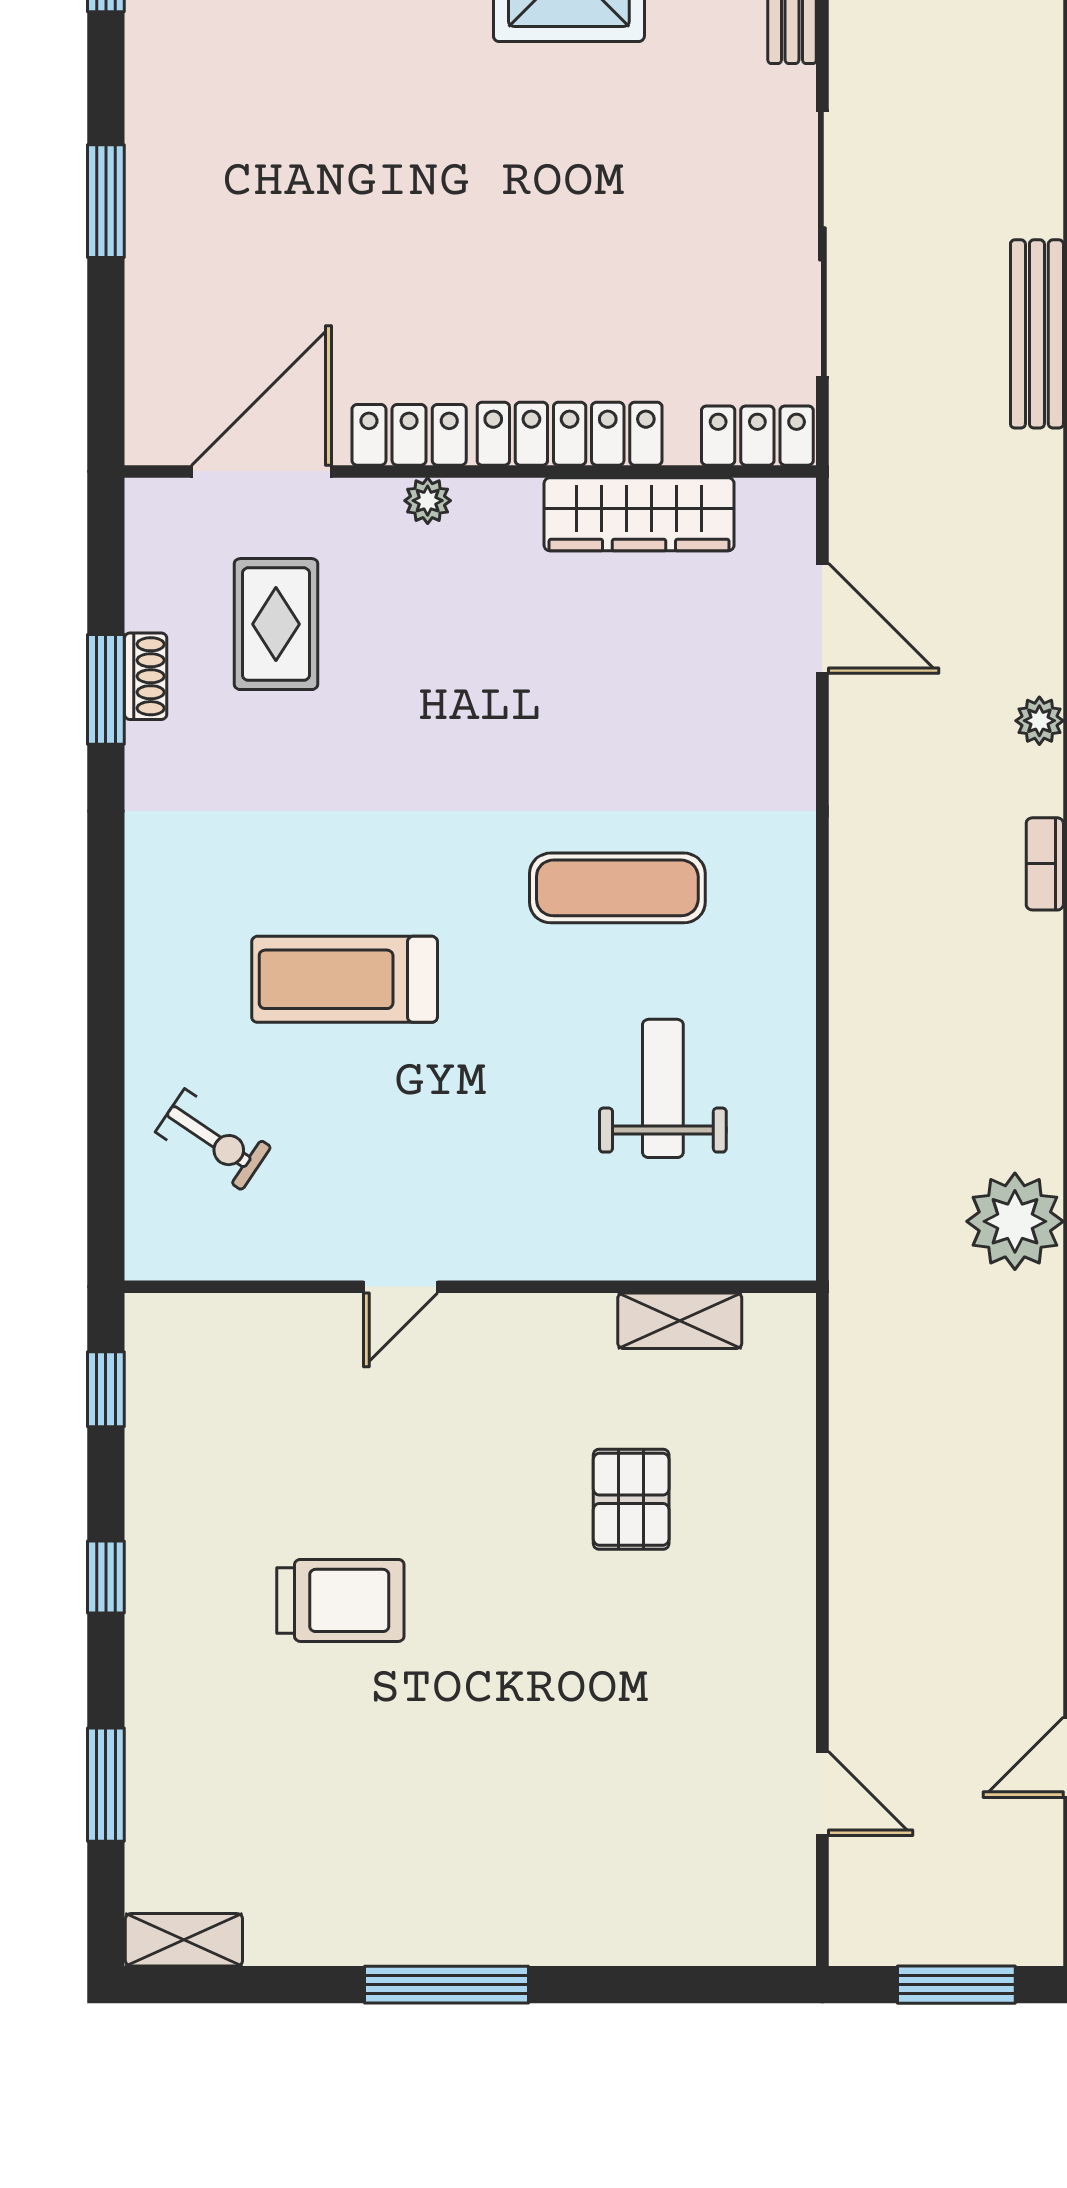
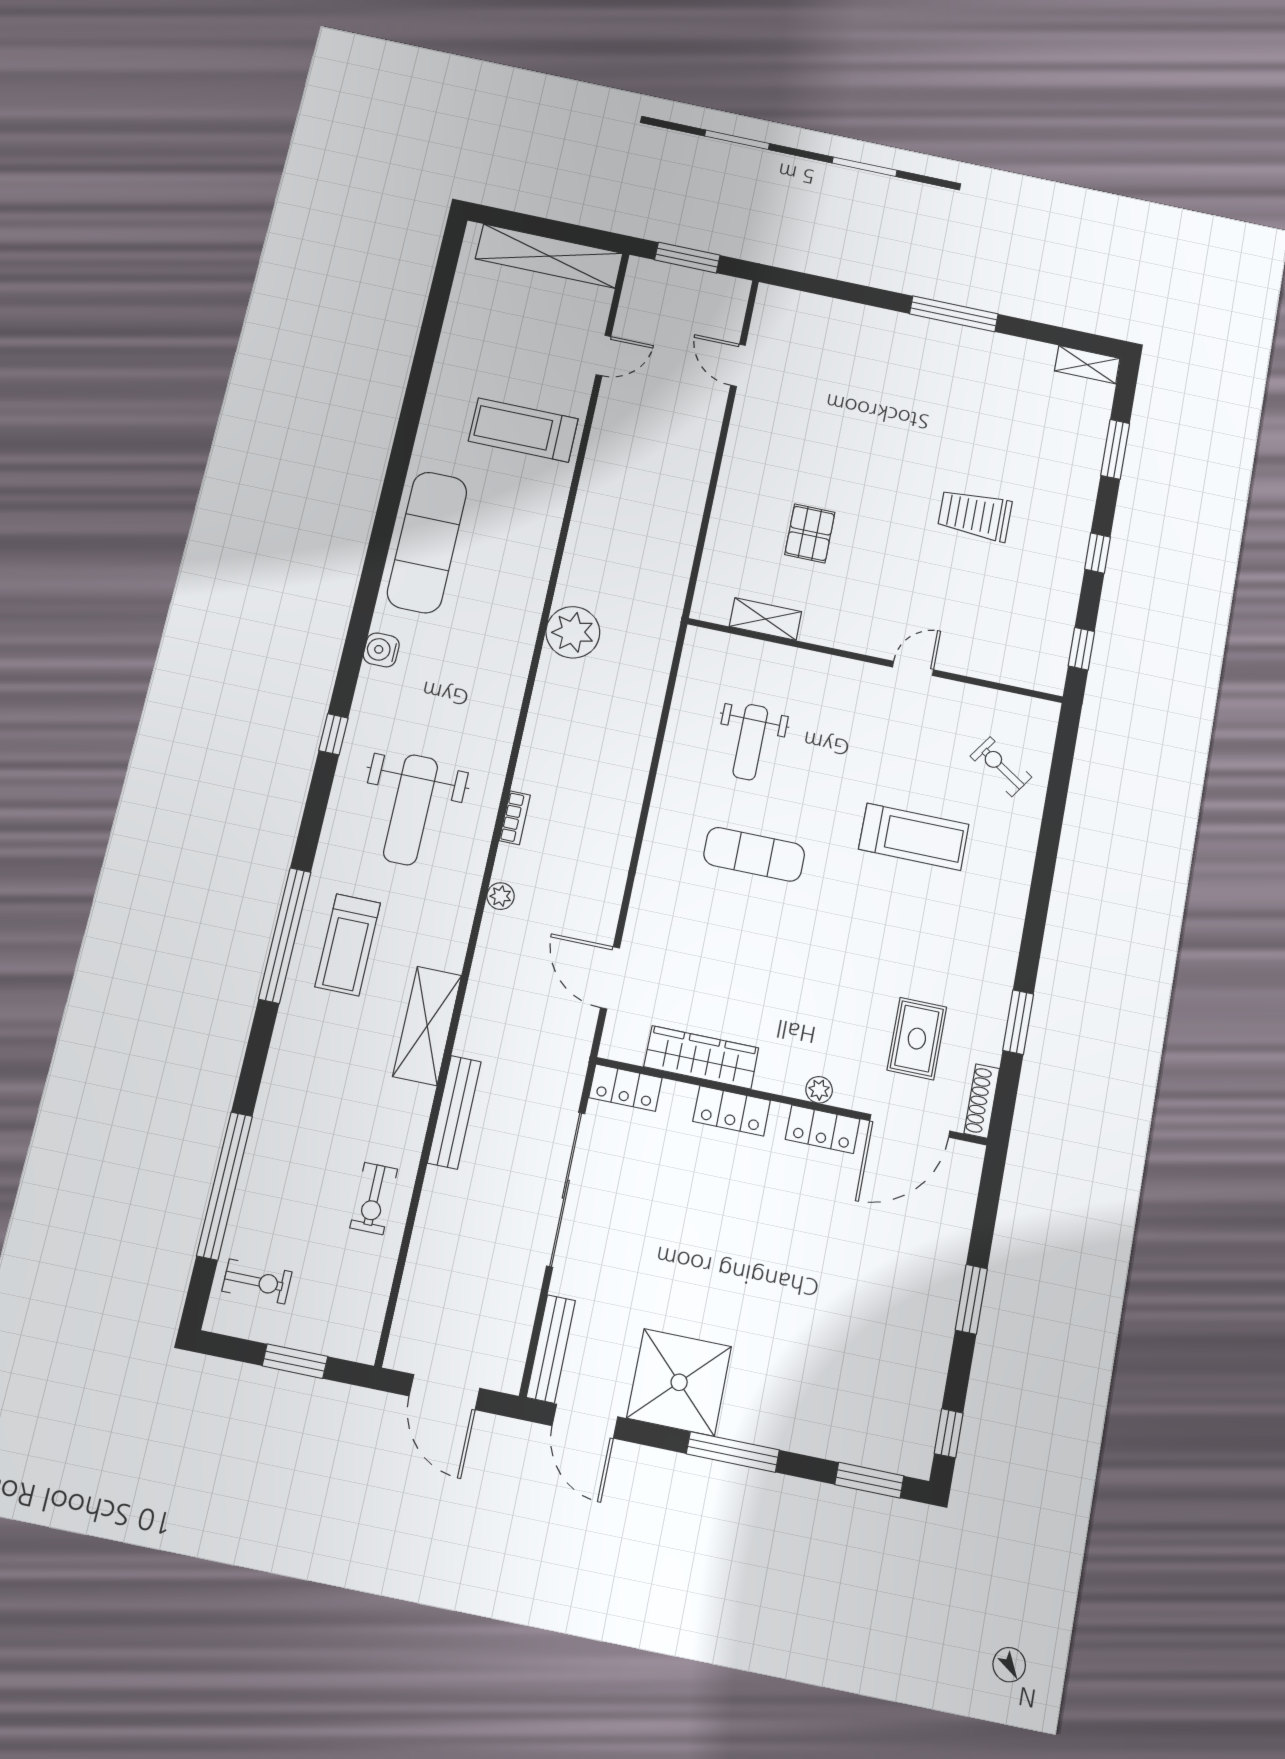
locker: (570, 434) -> (732, 1111), width x0.66
shoe rack: (146, 676) -> (982, 1101), moved, width x1.43

